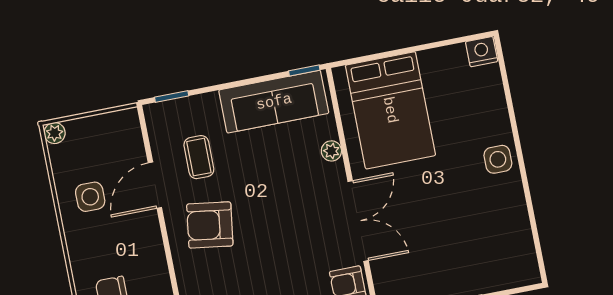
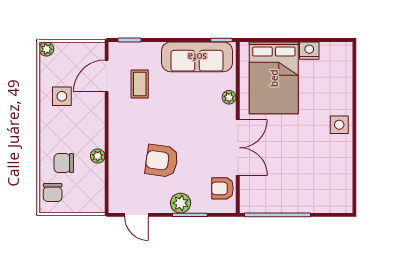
nightstand: (482, 52) -> (309, 51), moved
door: (155, 185) -> (107, 76), moved
armchair: (210, 225) -> (162, 161), moved
plant: (159, 273) -> (98, 156), added

